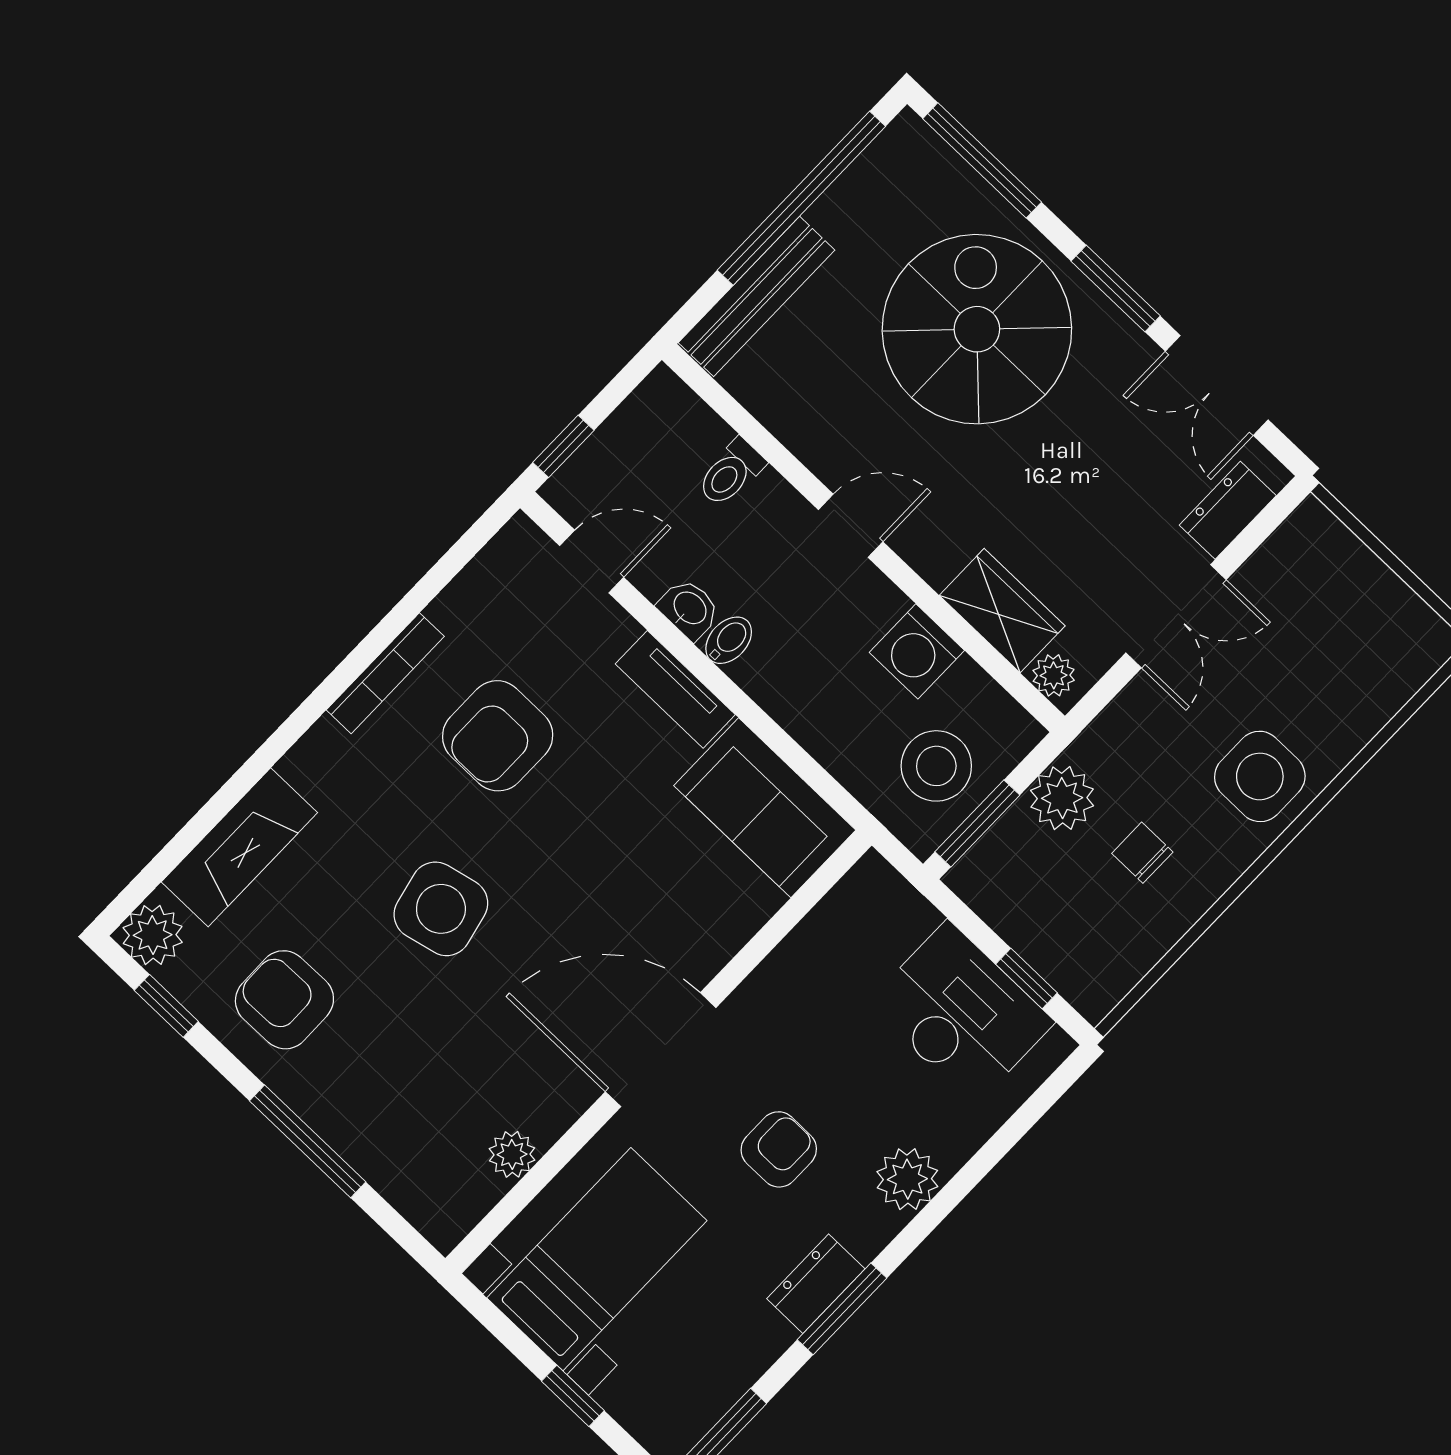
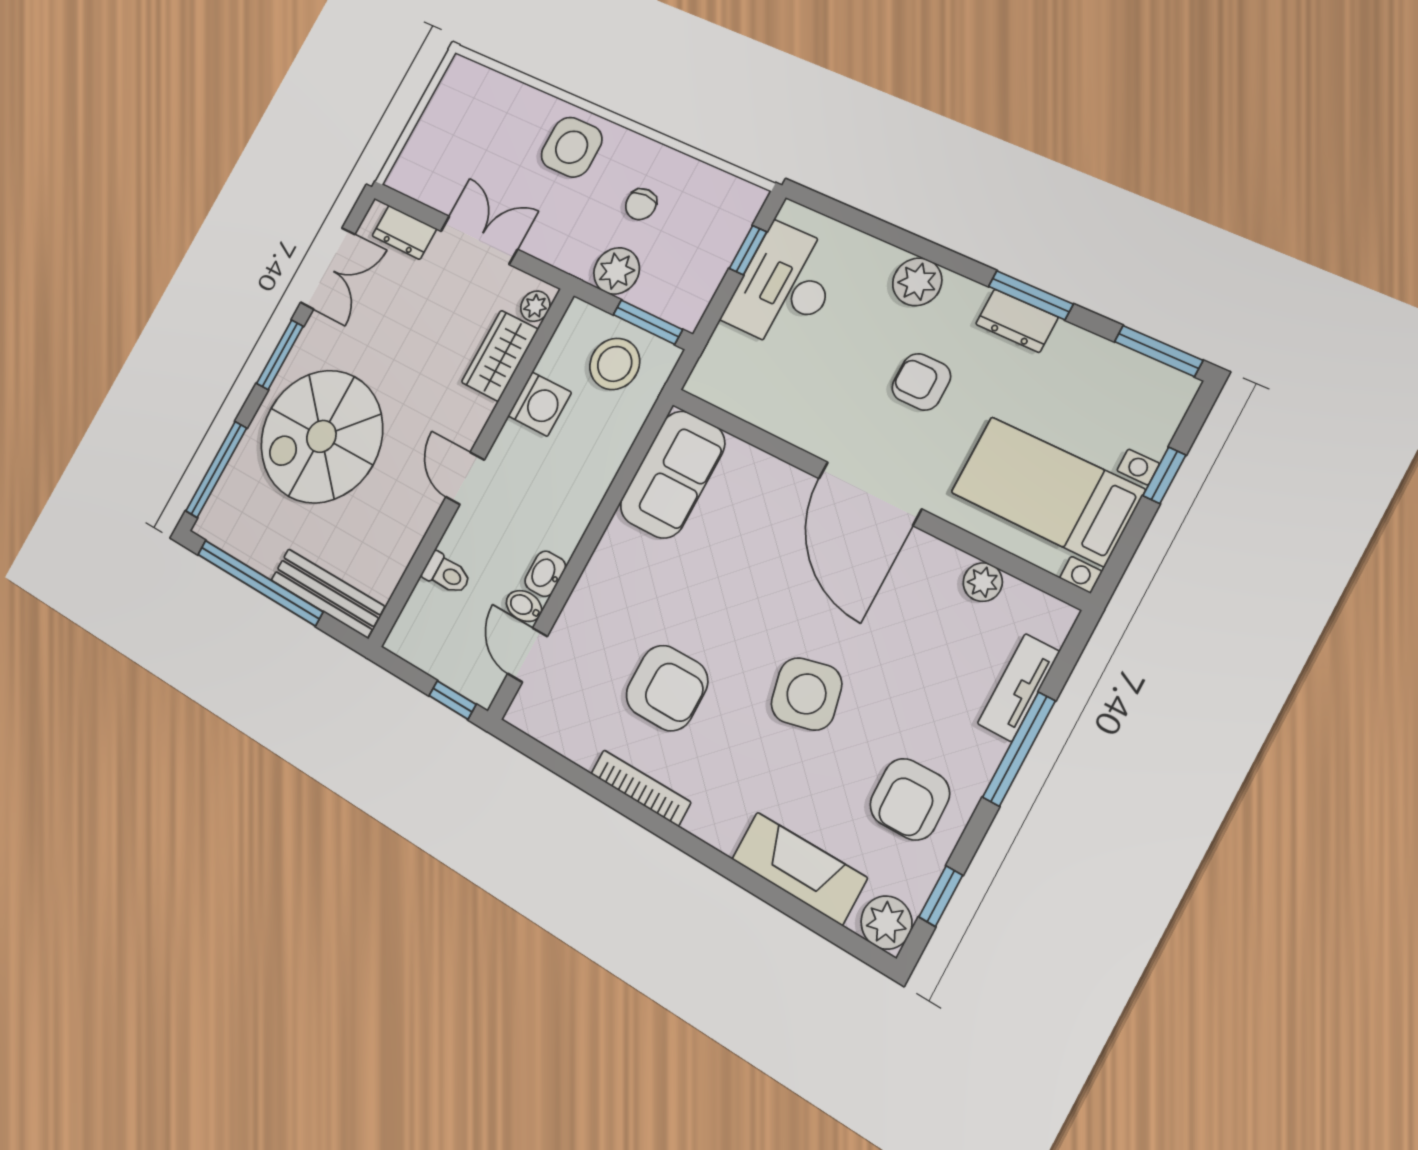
bidet: (729, 640) -> (524, 606), moved
tv unit: (675, 689) -> (1019, 688), moved, turned 180

